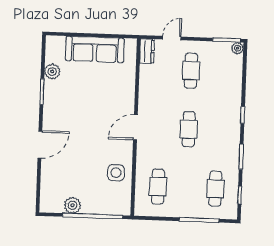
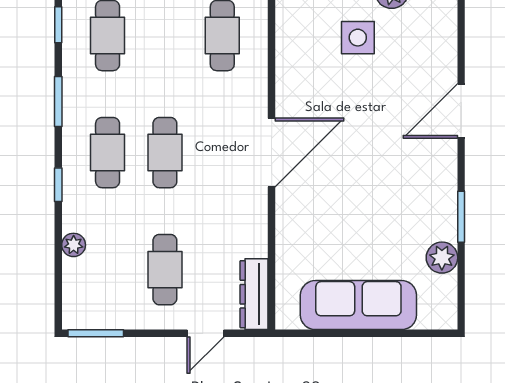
plant: (237, 48) -> (74, 245), moved
dresser: (147, 51) -> (254, 294), width x1.44
door: (135, 127) -> (272, 152), width x1.36
cafe table: (217, 130) -> (108, 153), added
side table: (116, 173) -> (358, 38), moved

